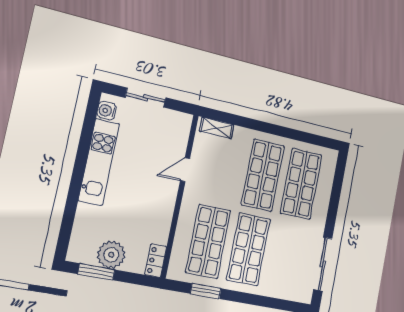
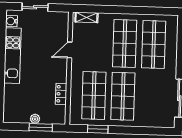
plant: (111, 255) -> (35, 119), width x0.53, depth x0.53
locker: (156, 261) -> (61, 94), moved
window: (96, 272) -> (41, 127), moved

